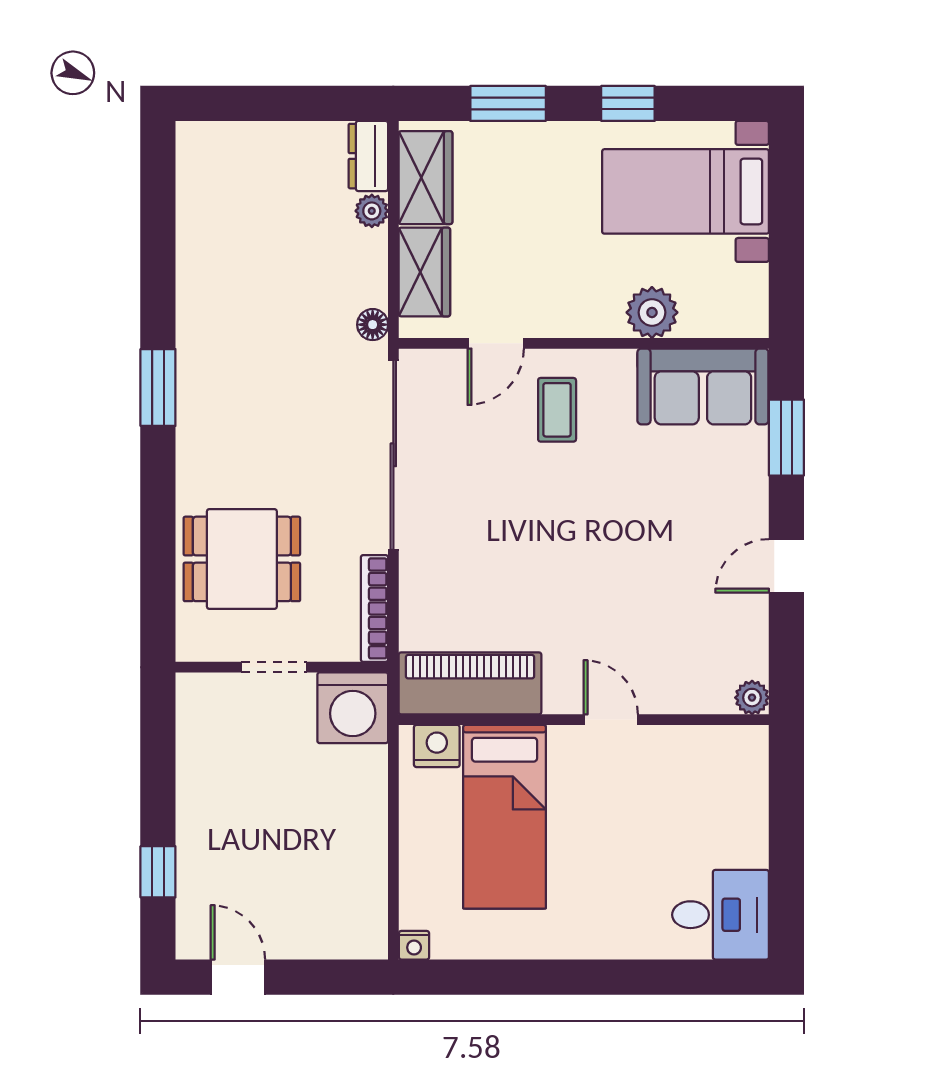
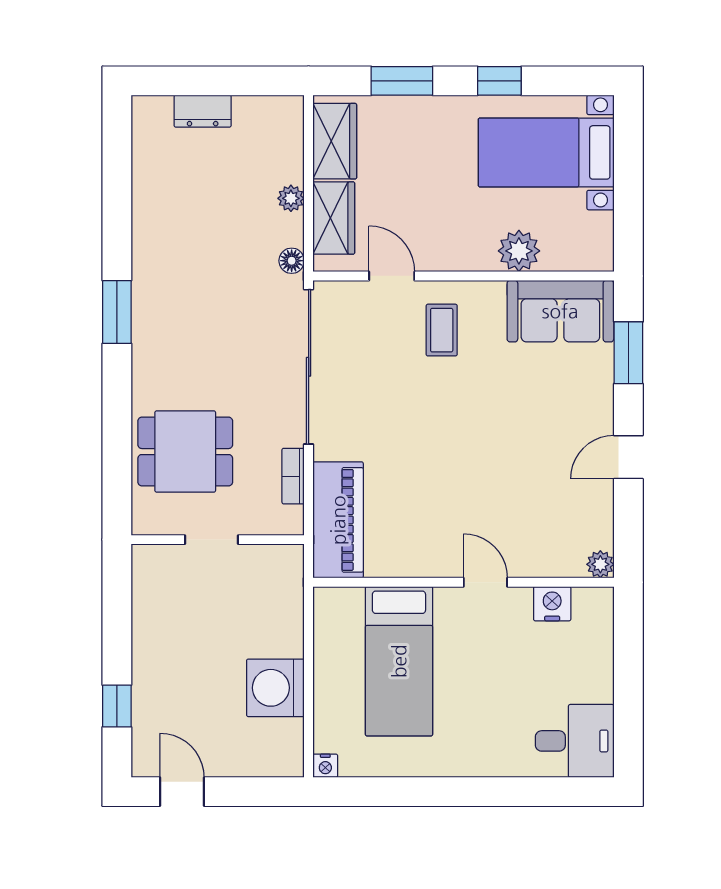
dresser: (368, 156) -> (203, 111), moved, turned -90
plant: (372, 211) -> (291, 198), moved
door: (496, 343) -> (392, 276), swing flipped
bookcase: (374, 608) -> (293, 476), width x0.64
piano: (470, 683) -> (338, 520), moved, turned 90
washing machine: (353, 708) -> (275, 688), moved, turned 90
nightstand: (437, 746) -> (552, 604), moved

